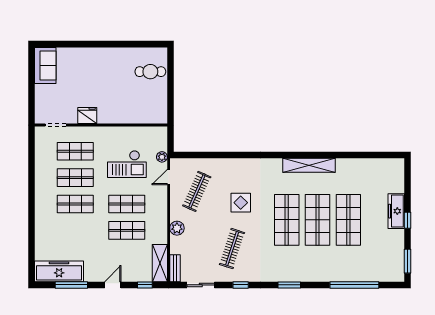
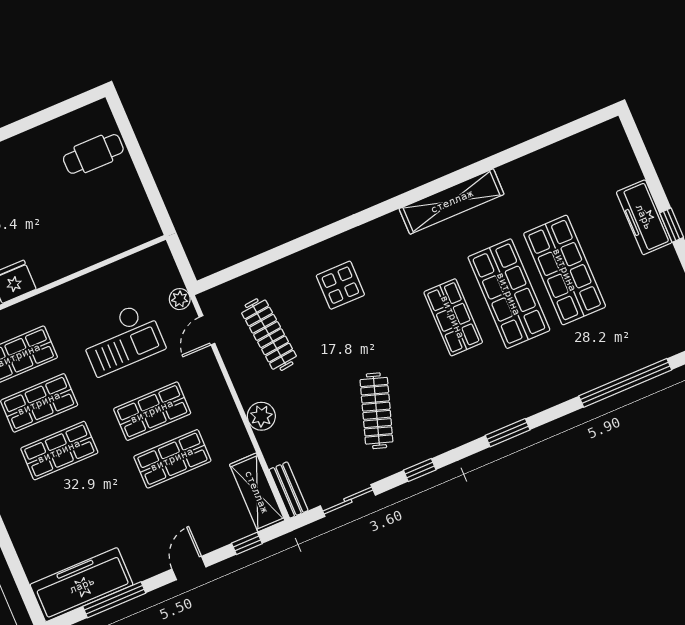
clothes rail: (197, 191) -> (269, 335), turned -30
display table: (241, 203) -> (340, 285), moved
shop shelf: (287, 220) -> (453, 317), width x0.70, depth x0.74

